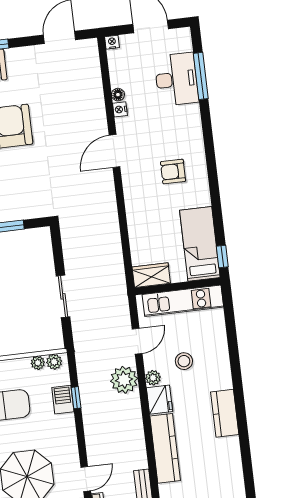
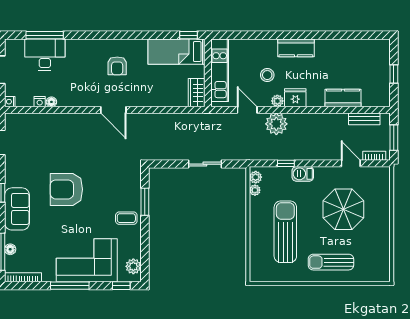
nightstand: (120, 109) -> (40, 102), moved
door: (114, 151) -> (113, 110), moved
barbecue: (63, 400) -> (303, 174), moved
kitchen counter: (225, 413) -> (296, 48), moved
kitchen counter: (165, 448) -> (343, 98), width x0.67

